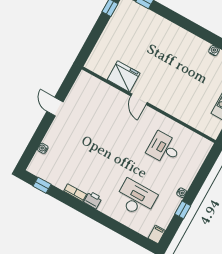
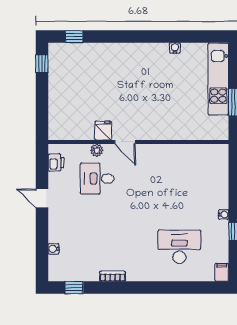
fridge: (124, 76) -> (103, 131), width x0.53, depth x0.75
plant: (115, 94) -> (97, 150), added
desk: (164, 148) -> (97, 179), moved
printer: (93, 200) -> (56, 163), moved, turned 90

